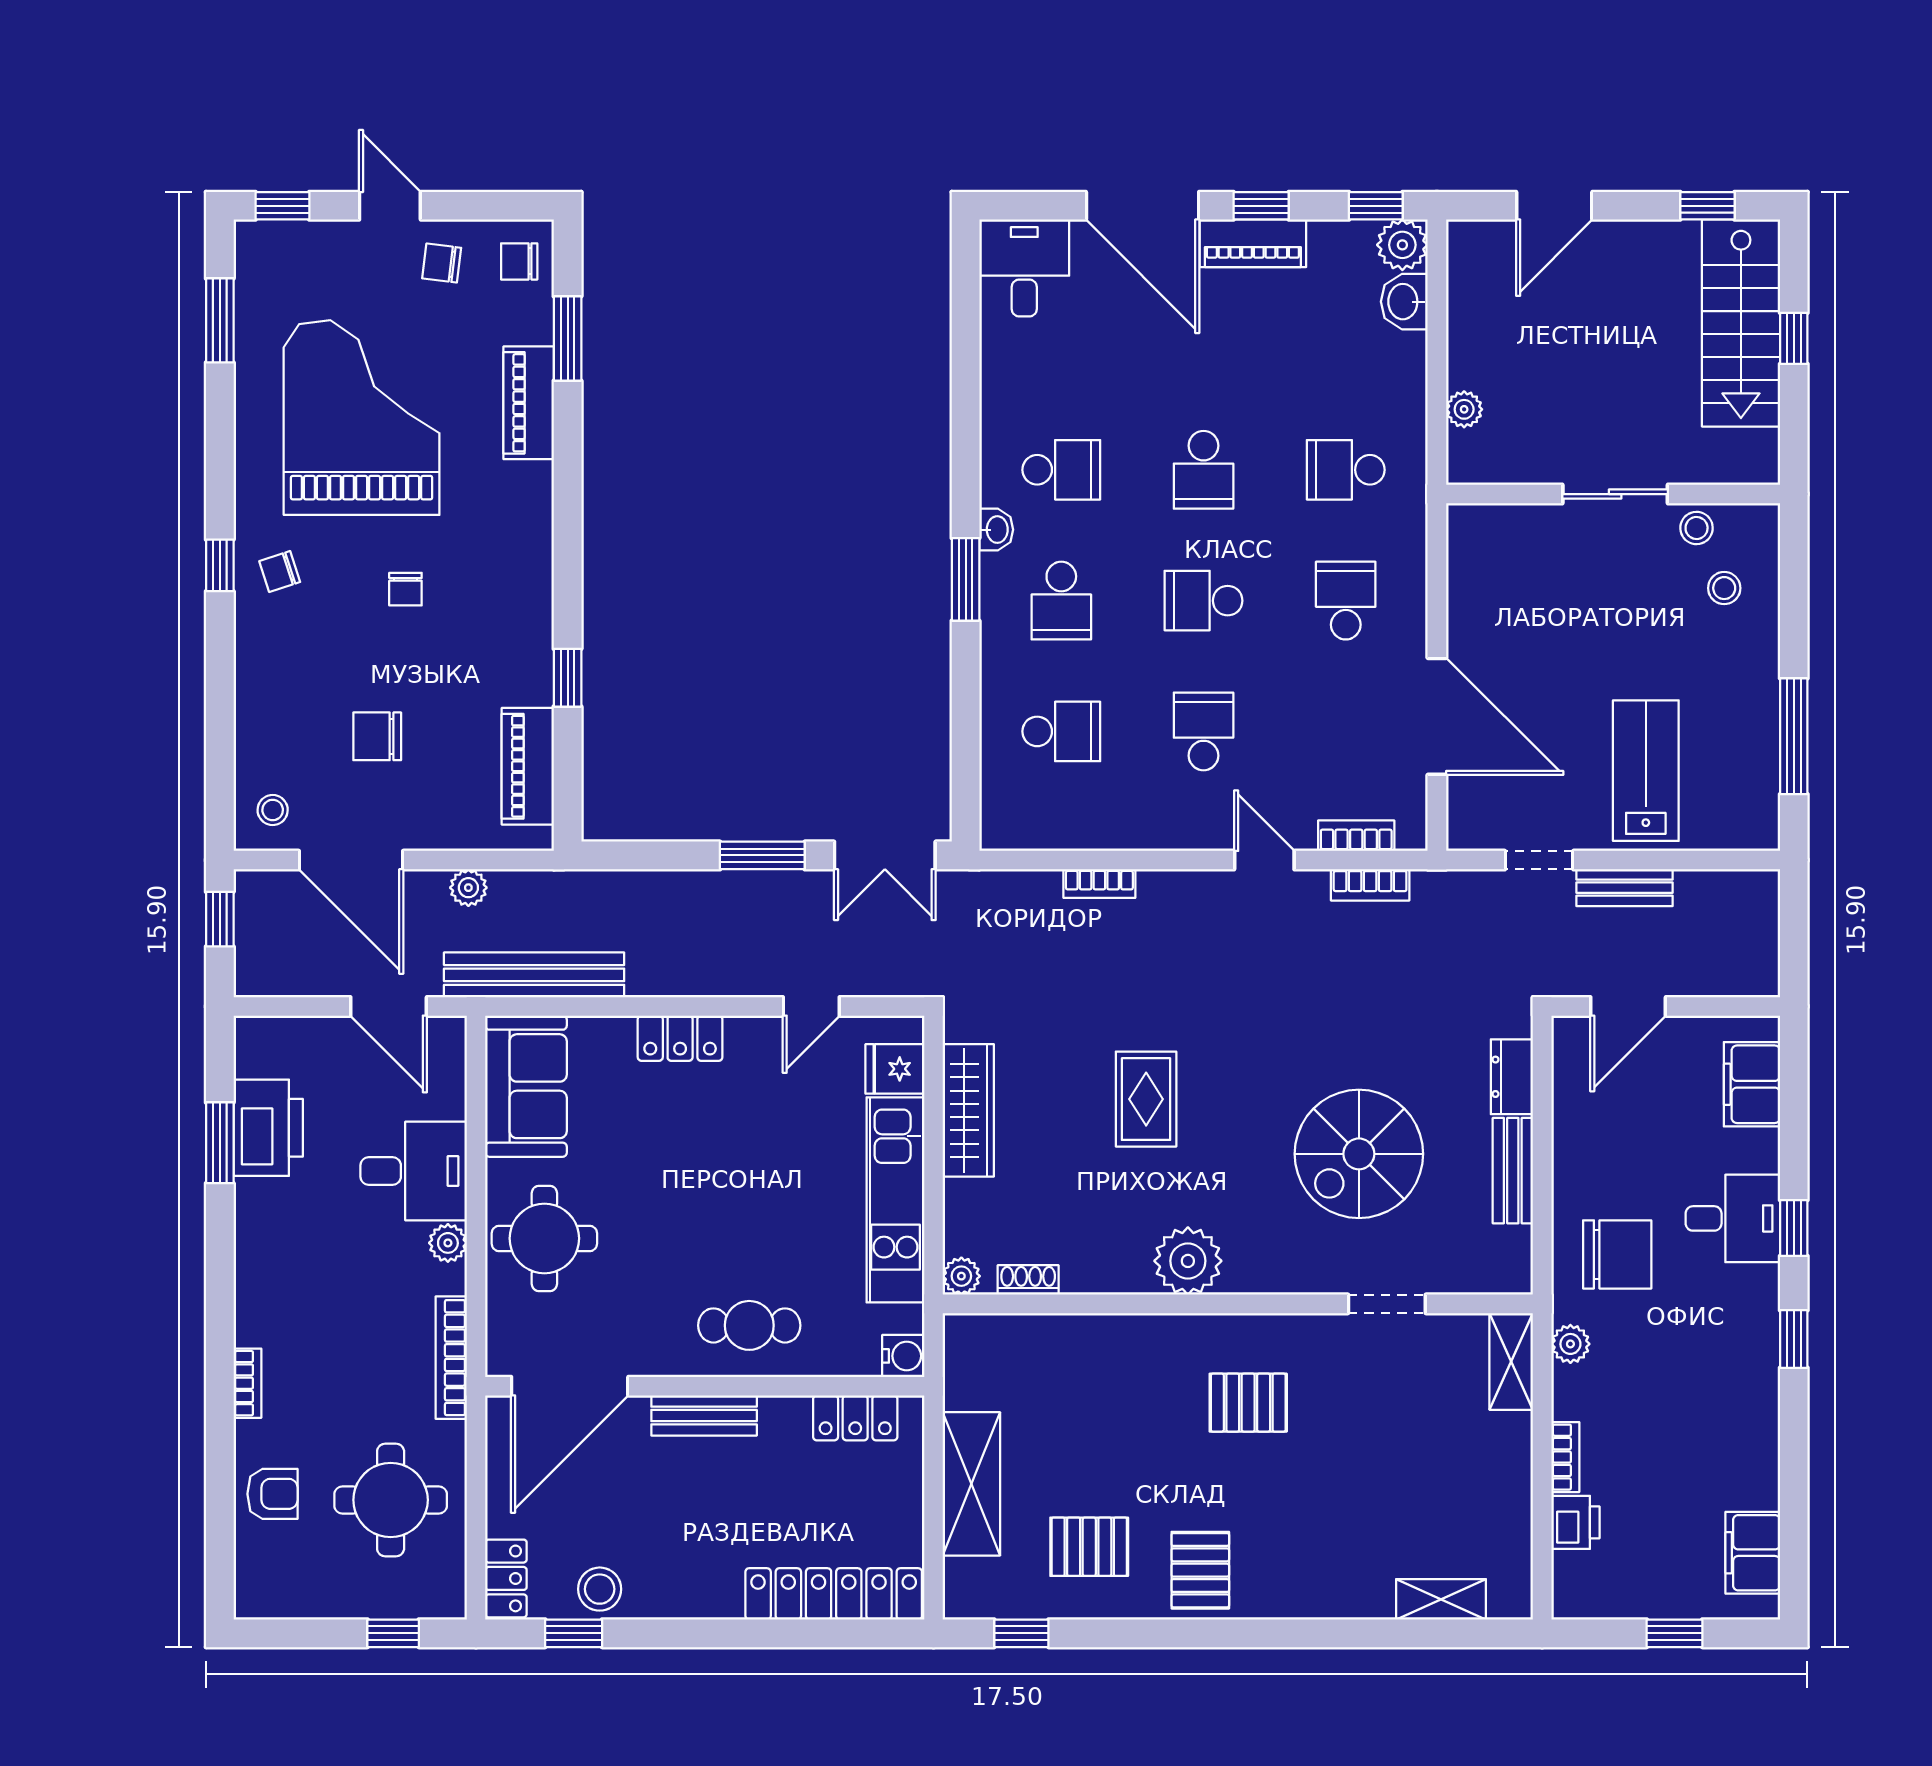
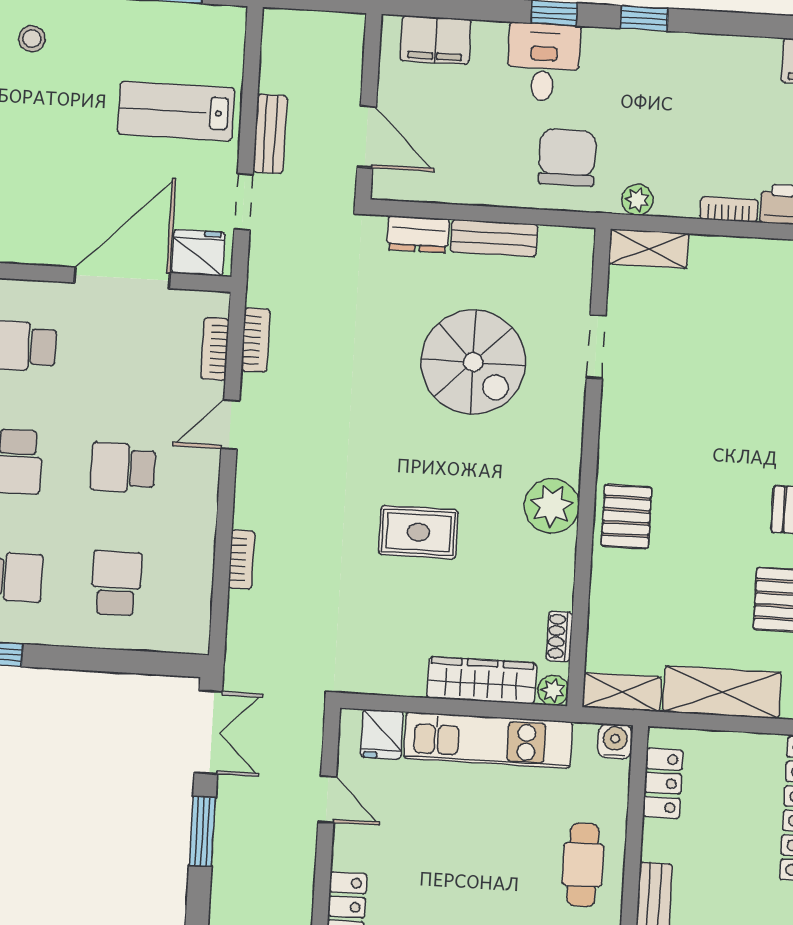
fridge: (1473, 808) -> (198, 253), added
wardrobe: (968, 1110) -> (482, 680), moved
shelving: (964, 1361) -> (622, 692), added
pallet: (1248, 1403) -> (626, 516), moved

